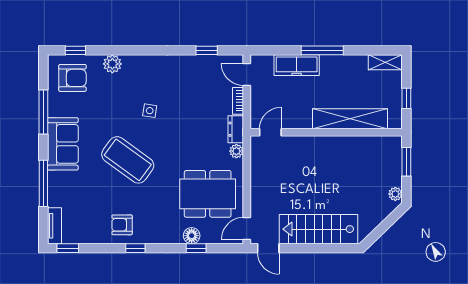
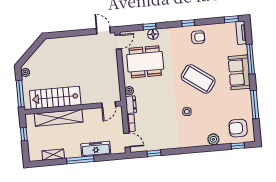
shelving: (385, 62) -> (53, 155), moved
sofa: (63, 144) -> (239, 72), moved
window: (406, 162) -> (20, 94), width x1.44
stairs: (318, 229) -> (55, 98), moved, turned 180

